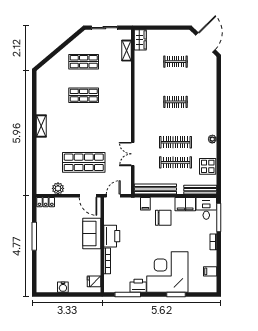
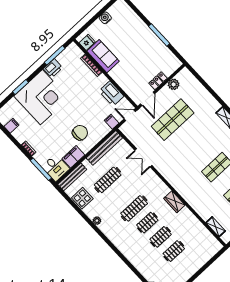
wardrobe: (140, 40) -> (174, 202), moved
clothes rail: (175, 82) -> (161, 237), added
clothes rail: (175, 142) -> (134, 208), moved
double door: (133, 154) -> (143, 158), swing flipped
door: (88, 196) -> (148, 99), swing flipped
door: (113, 196) -> (130, 115), swing flipped
locker: (46, 202) -> (158, 81), moved
filing cabinet: (145, 204) -> (112, 122), moved
chair: (163, 218) -> (80, 133), turned 180
sofa: (92, 234) -> (103, 56), moved
printer: (112, 236) -> (111, 94), moved

